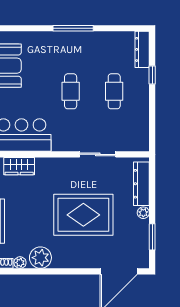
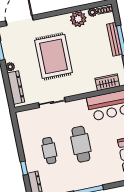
cafe table: (71, 91) -> (81, 144), width x1.37, depth x1.35
rug: (83, 215) -> (53, 56), turned 90

